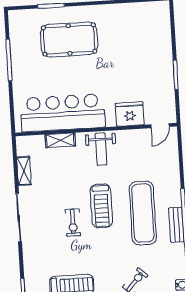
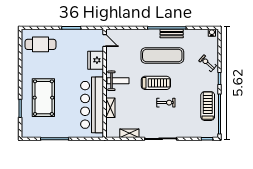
cafe table: (148, 30) -> (41, 44), added

